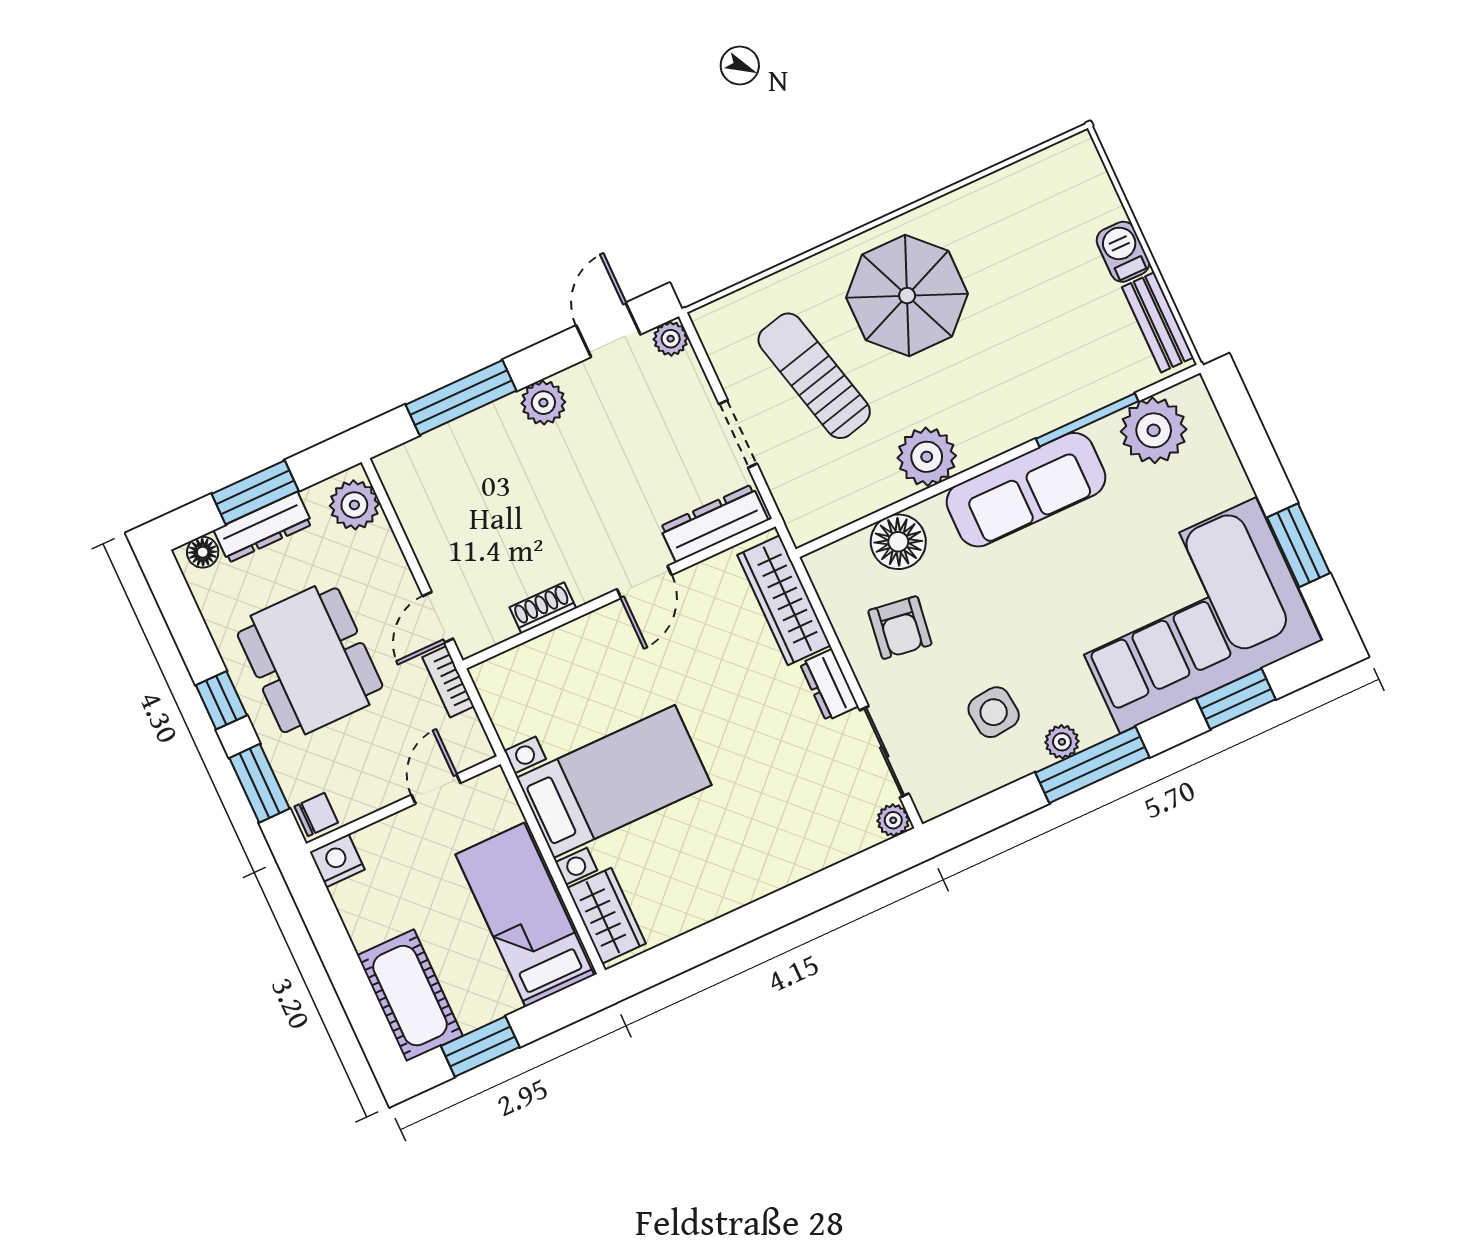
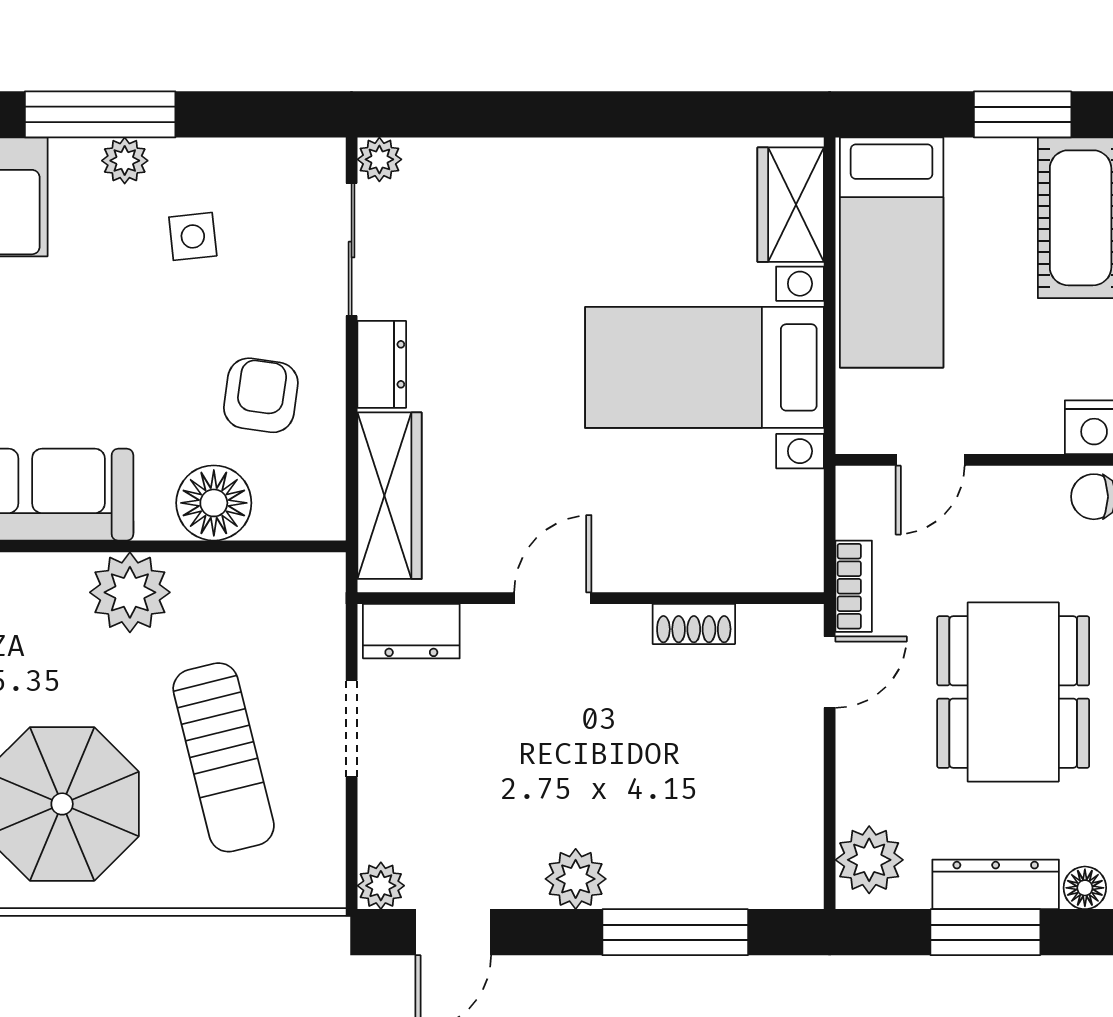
dresser: (714, 523) -> (411, 631), width x0.70
side table: (994, 712) -> (193, 236), width x0.73, depth x0.73

